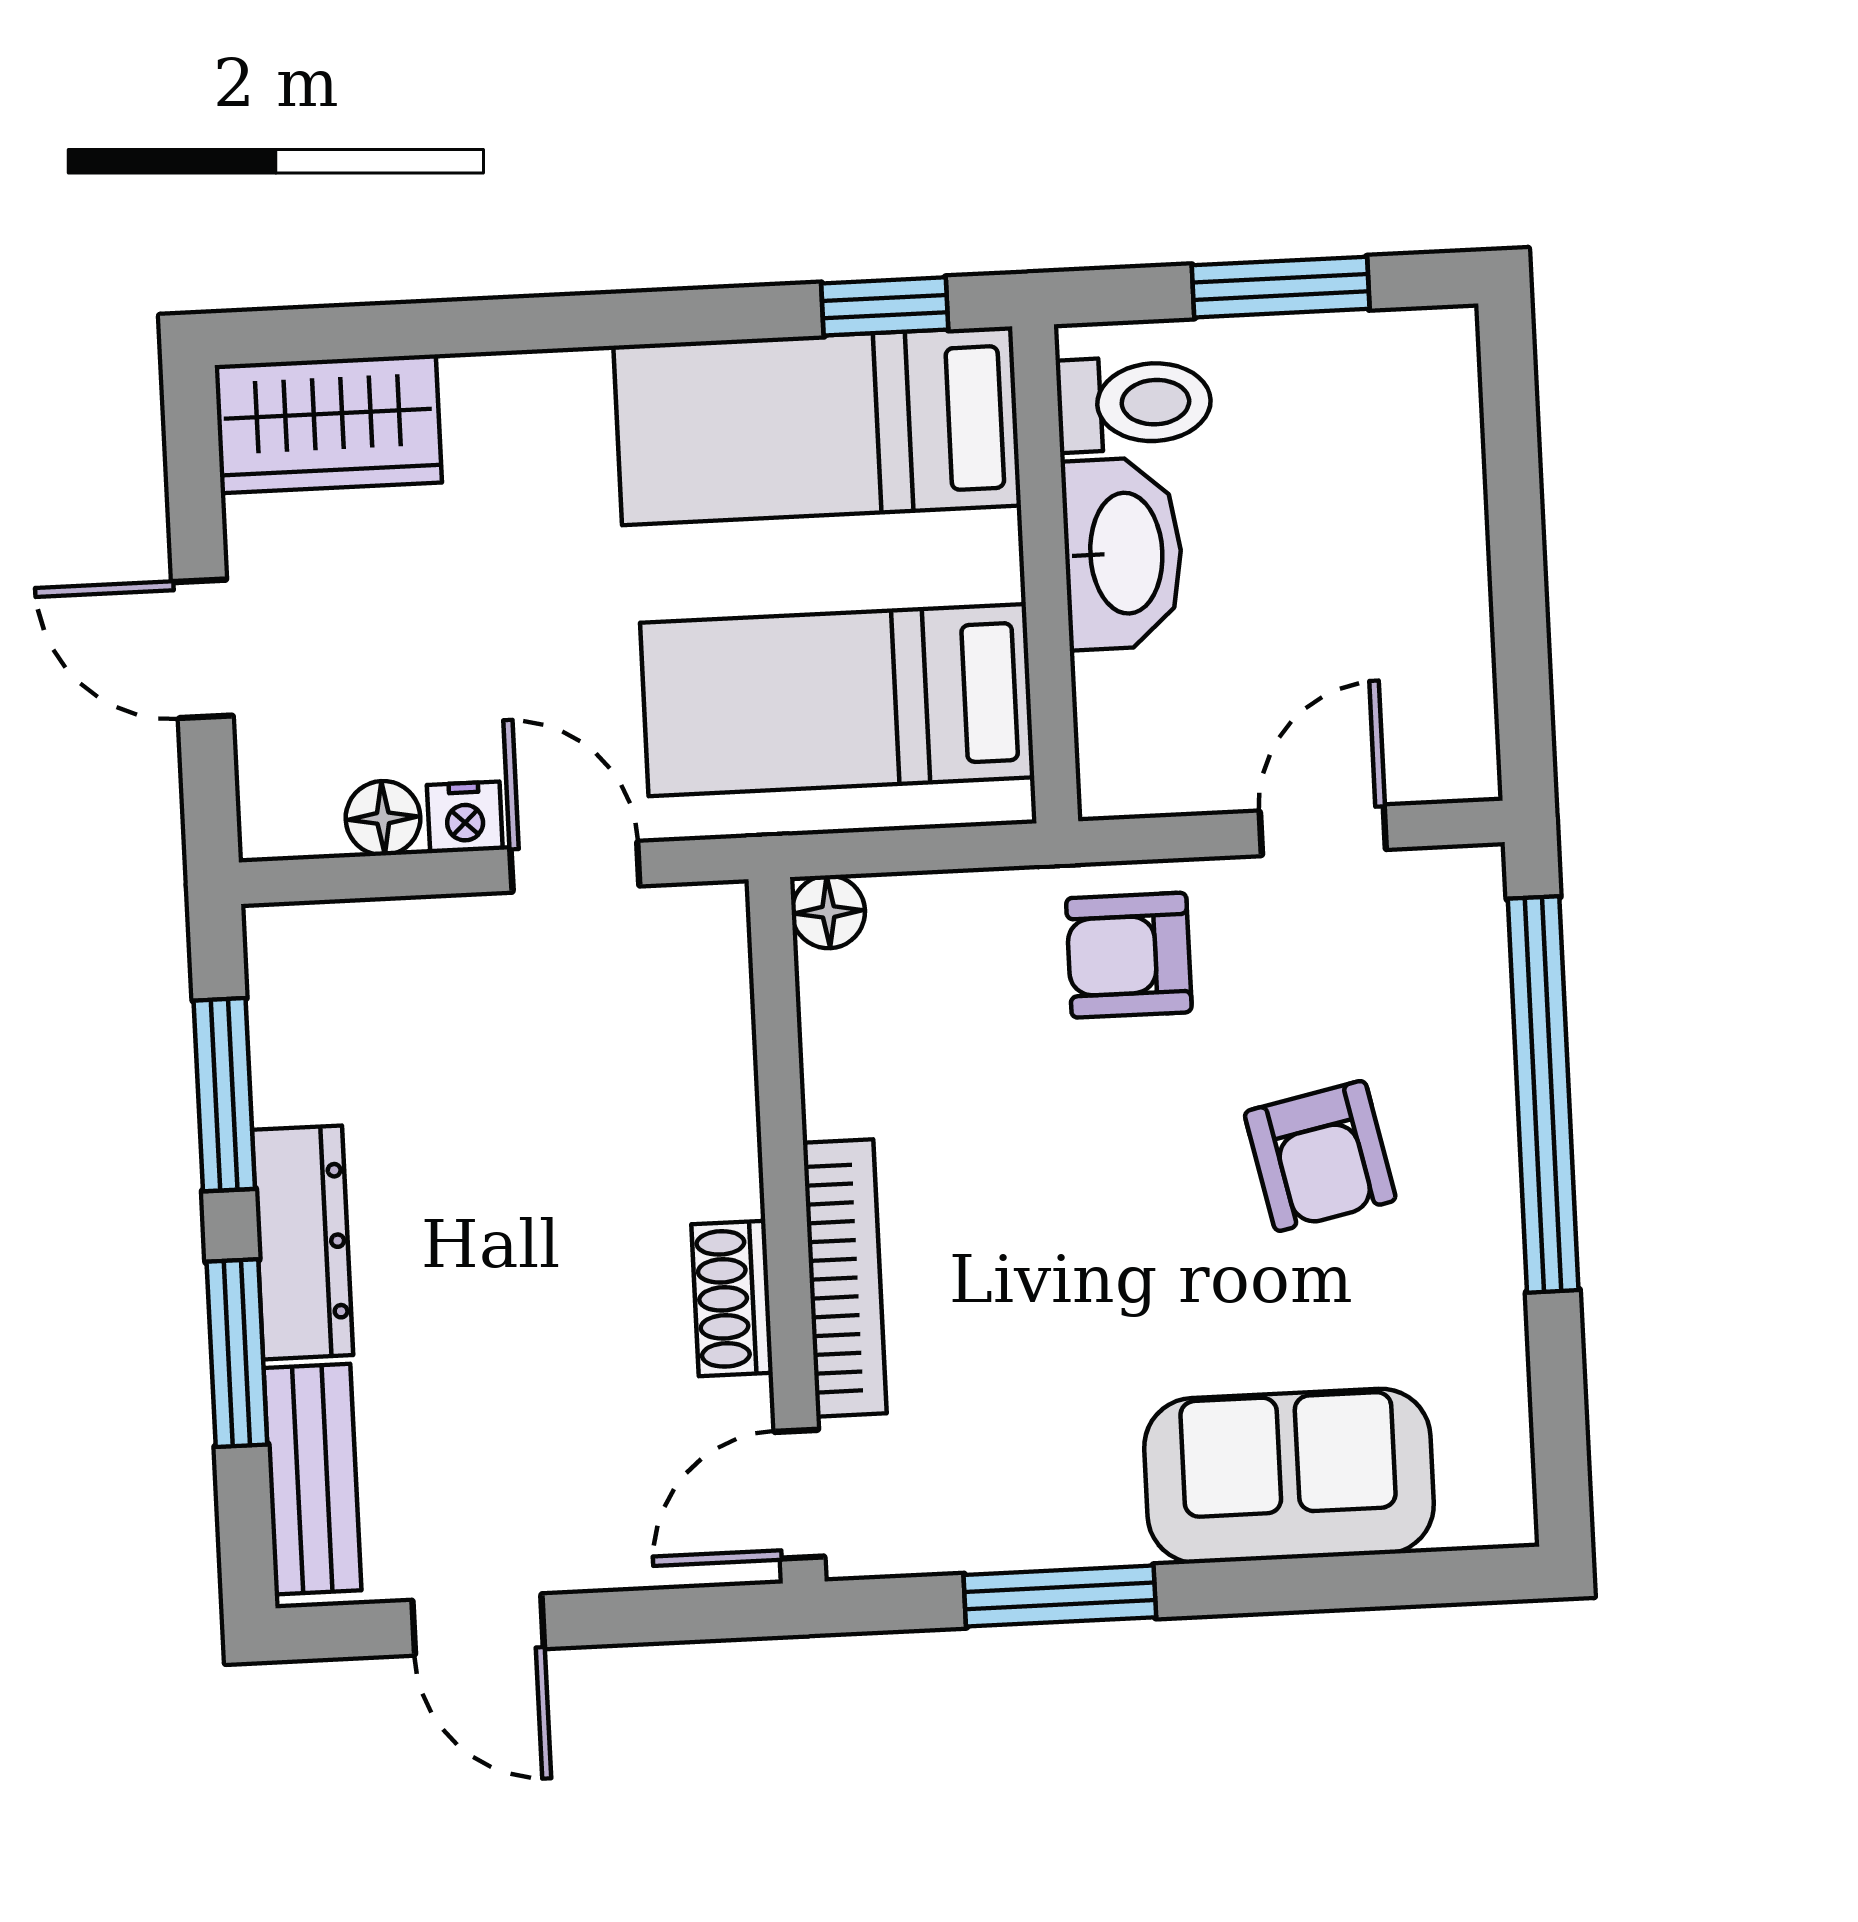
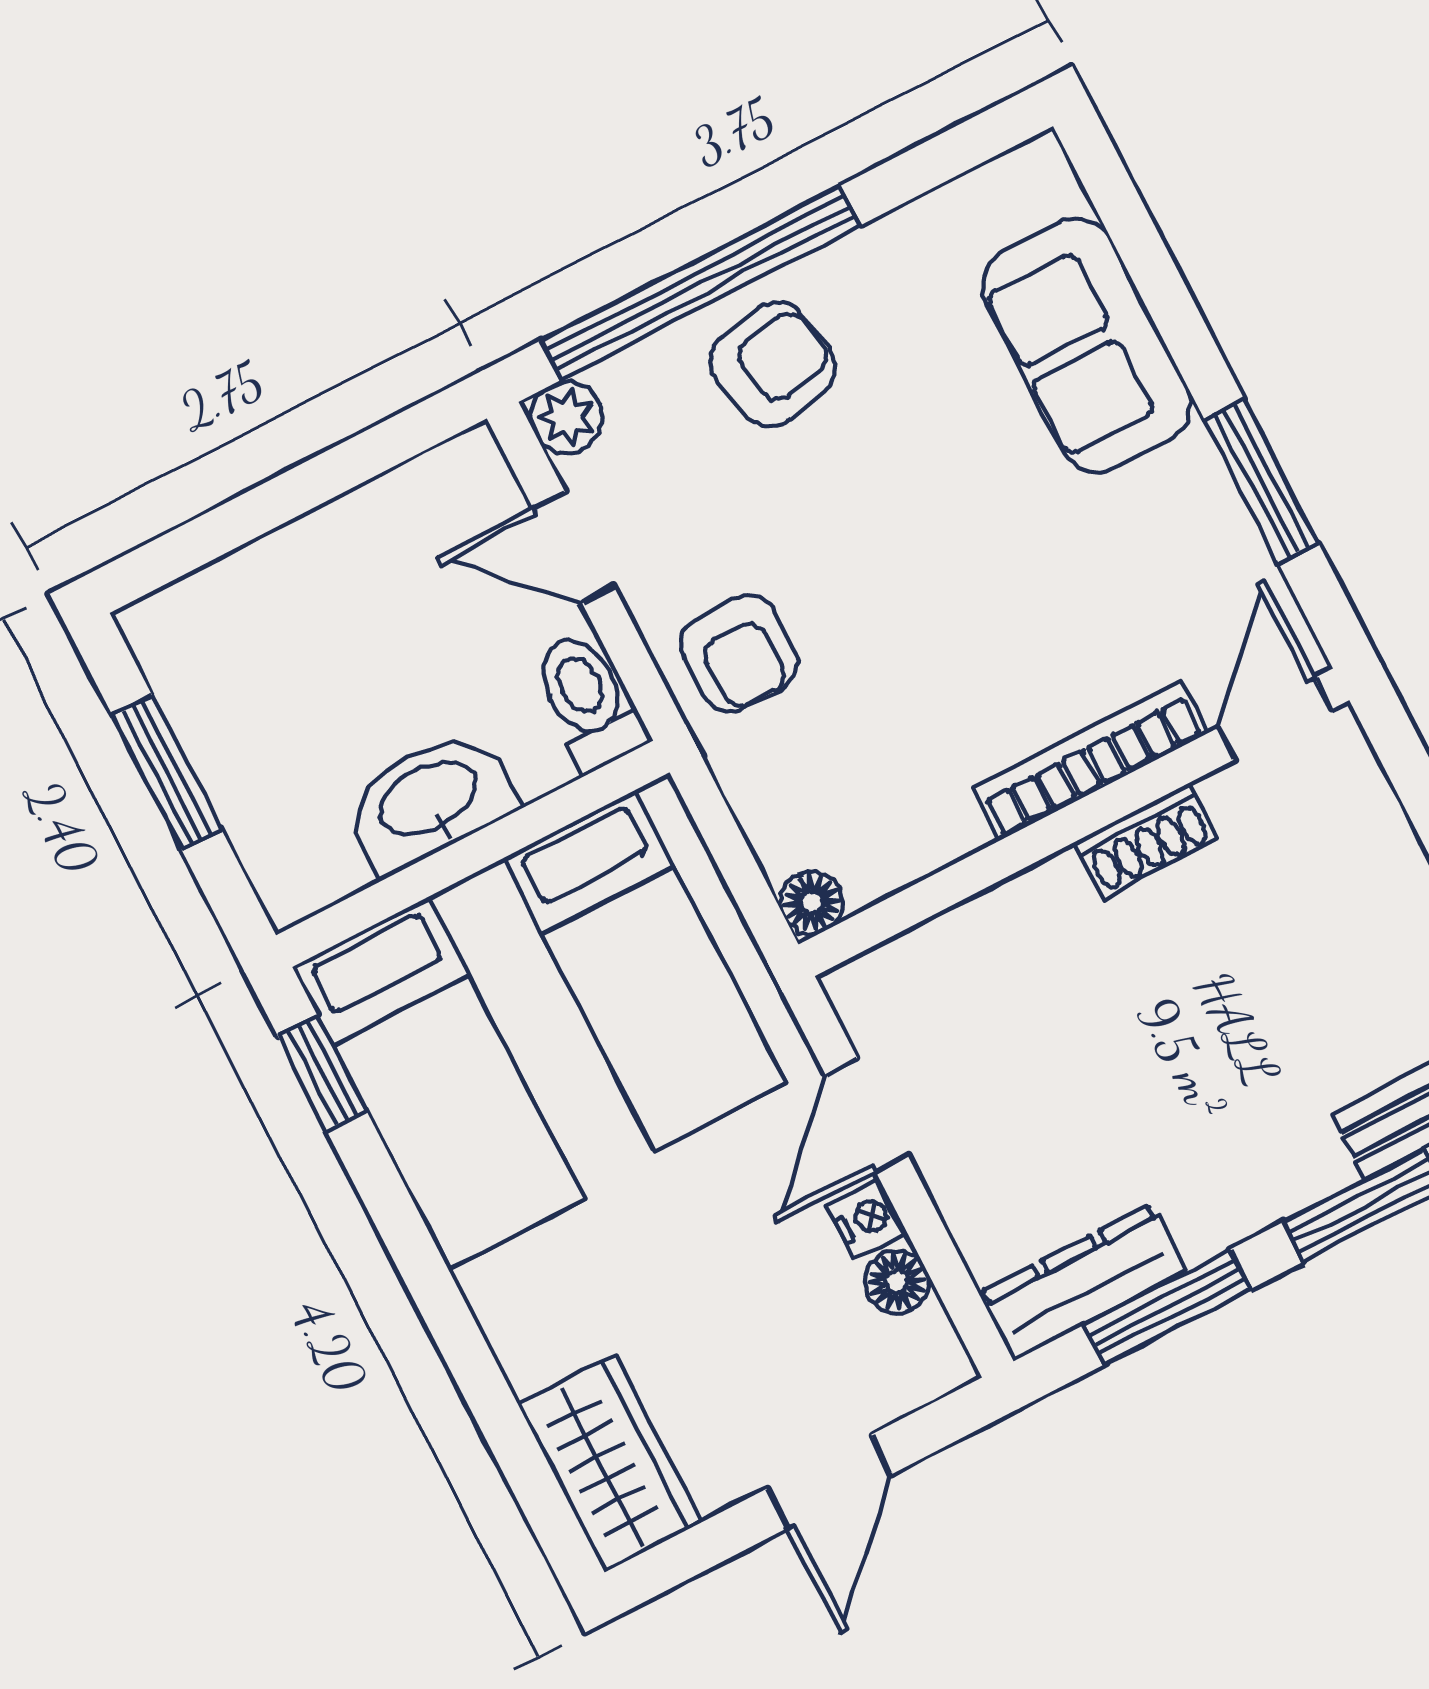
toilet: (1134, 403) -> (588, 701), moved
plant: (1465, 886) -> (566, 417), added
armchair: (1320, 1156) -> (773, 364), moved
dresser: (303, 1242) -> (1083, 1282), moved
door: (799, 1494) -> (1274, 719), swing flipped

